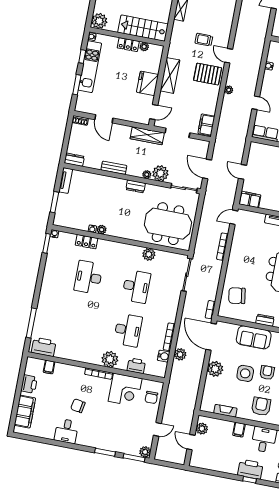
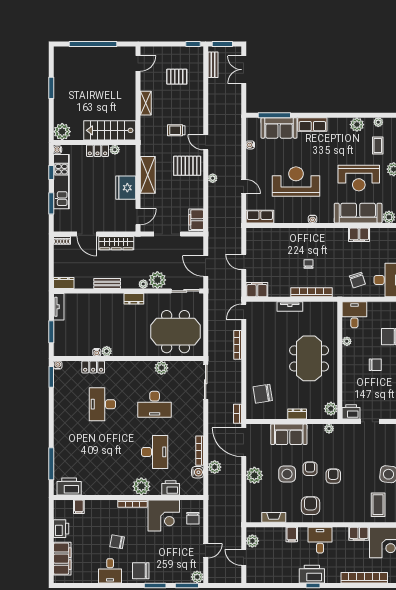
wardrobe: (147, 136) -> (116, 243), moved
desk: (136, 286) -> (155, 404), turned 90
chair: (94, 436) -> (141, 571), added

